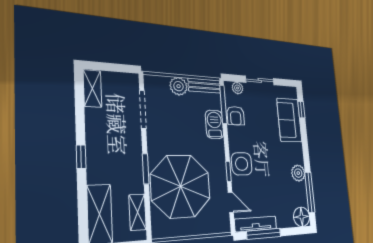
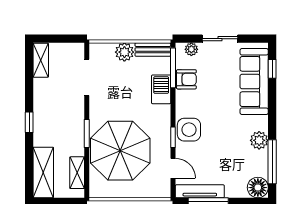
armchair: (236, 116) -> (186, 79), turned -90
sofa: (289, 120) -> (254, 81), width x1.36

